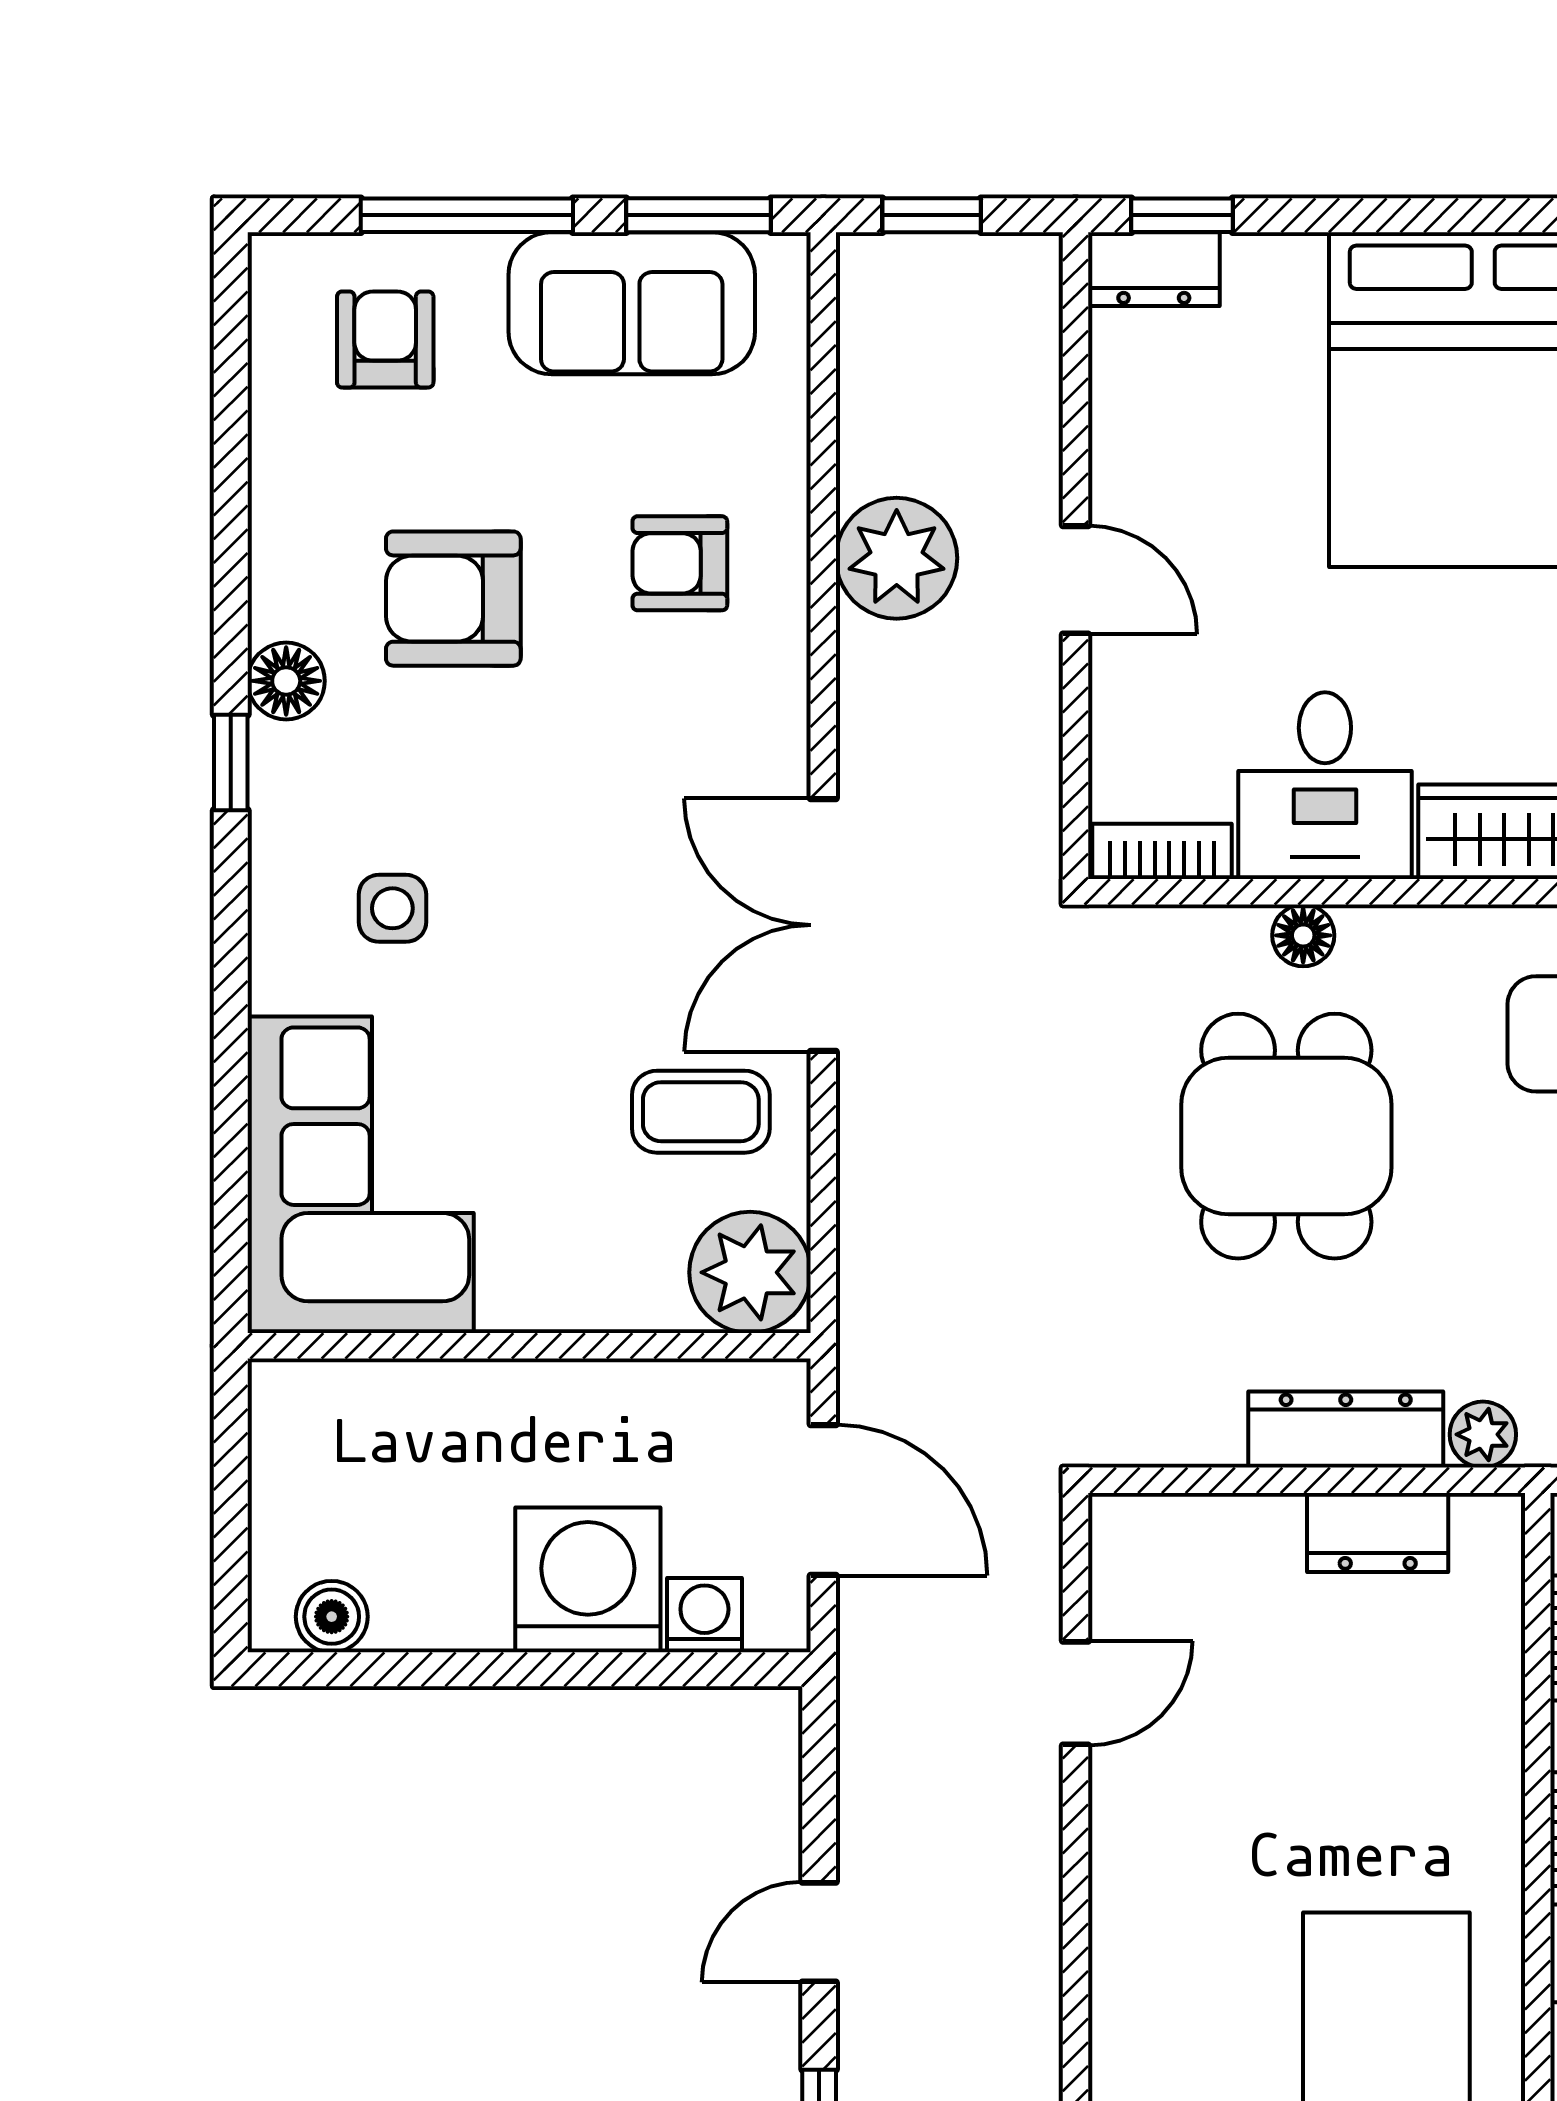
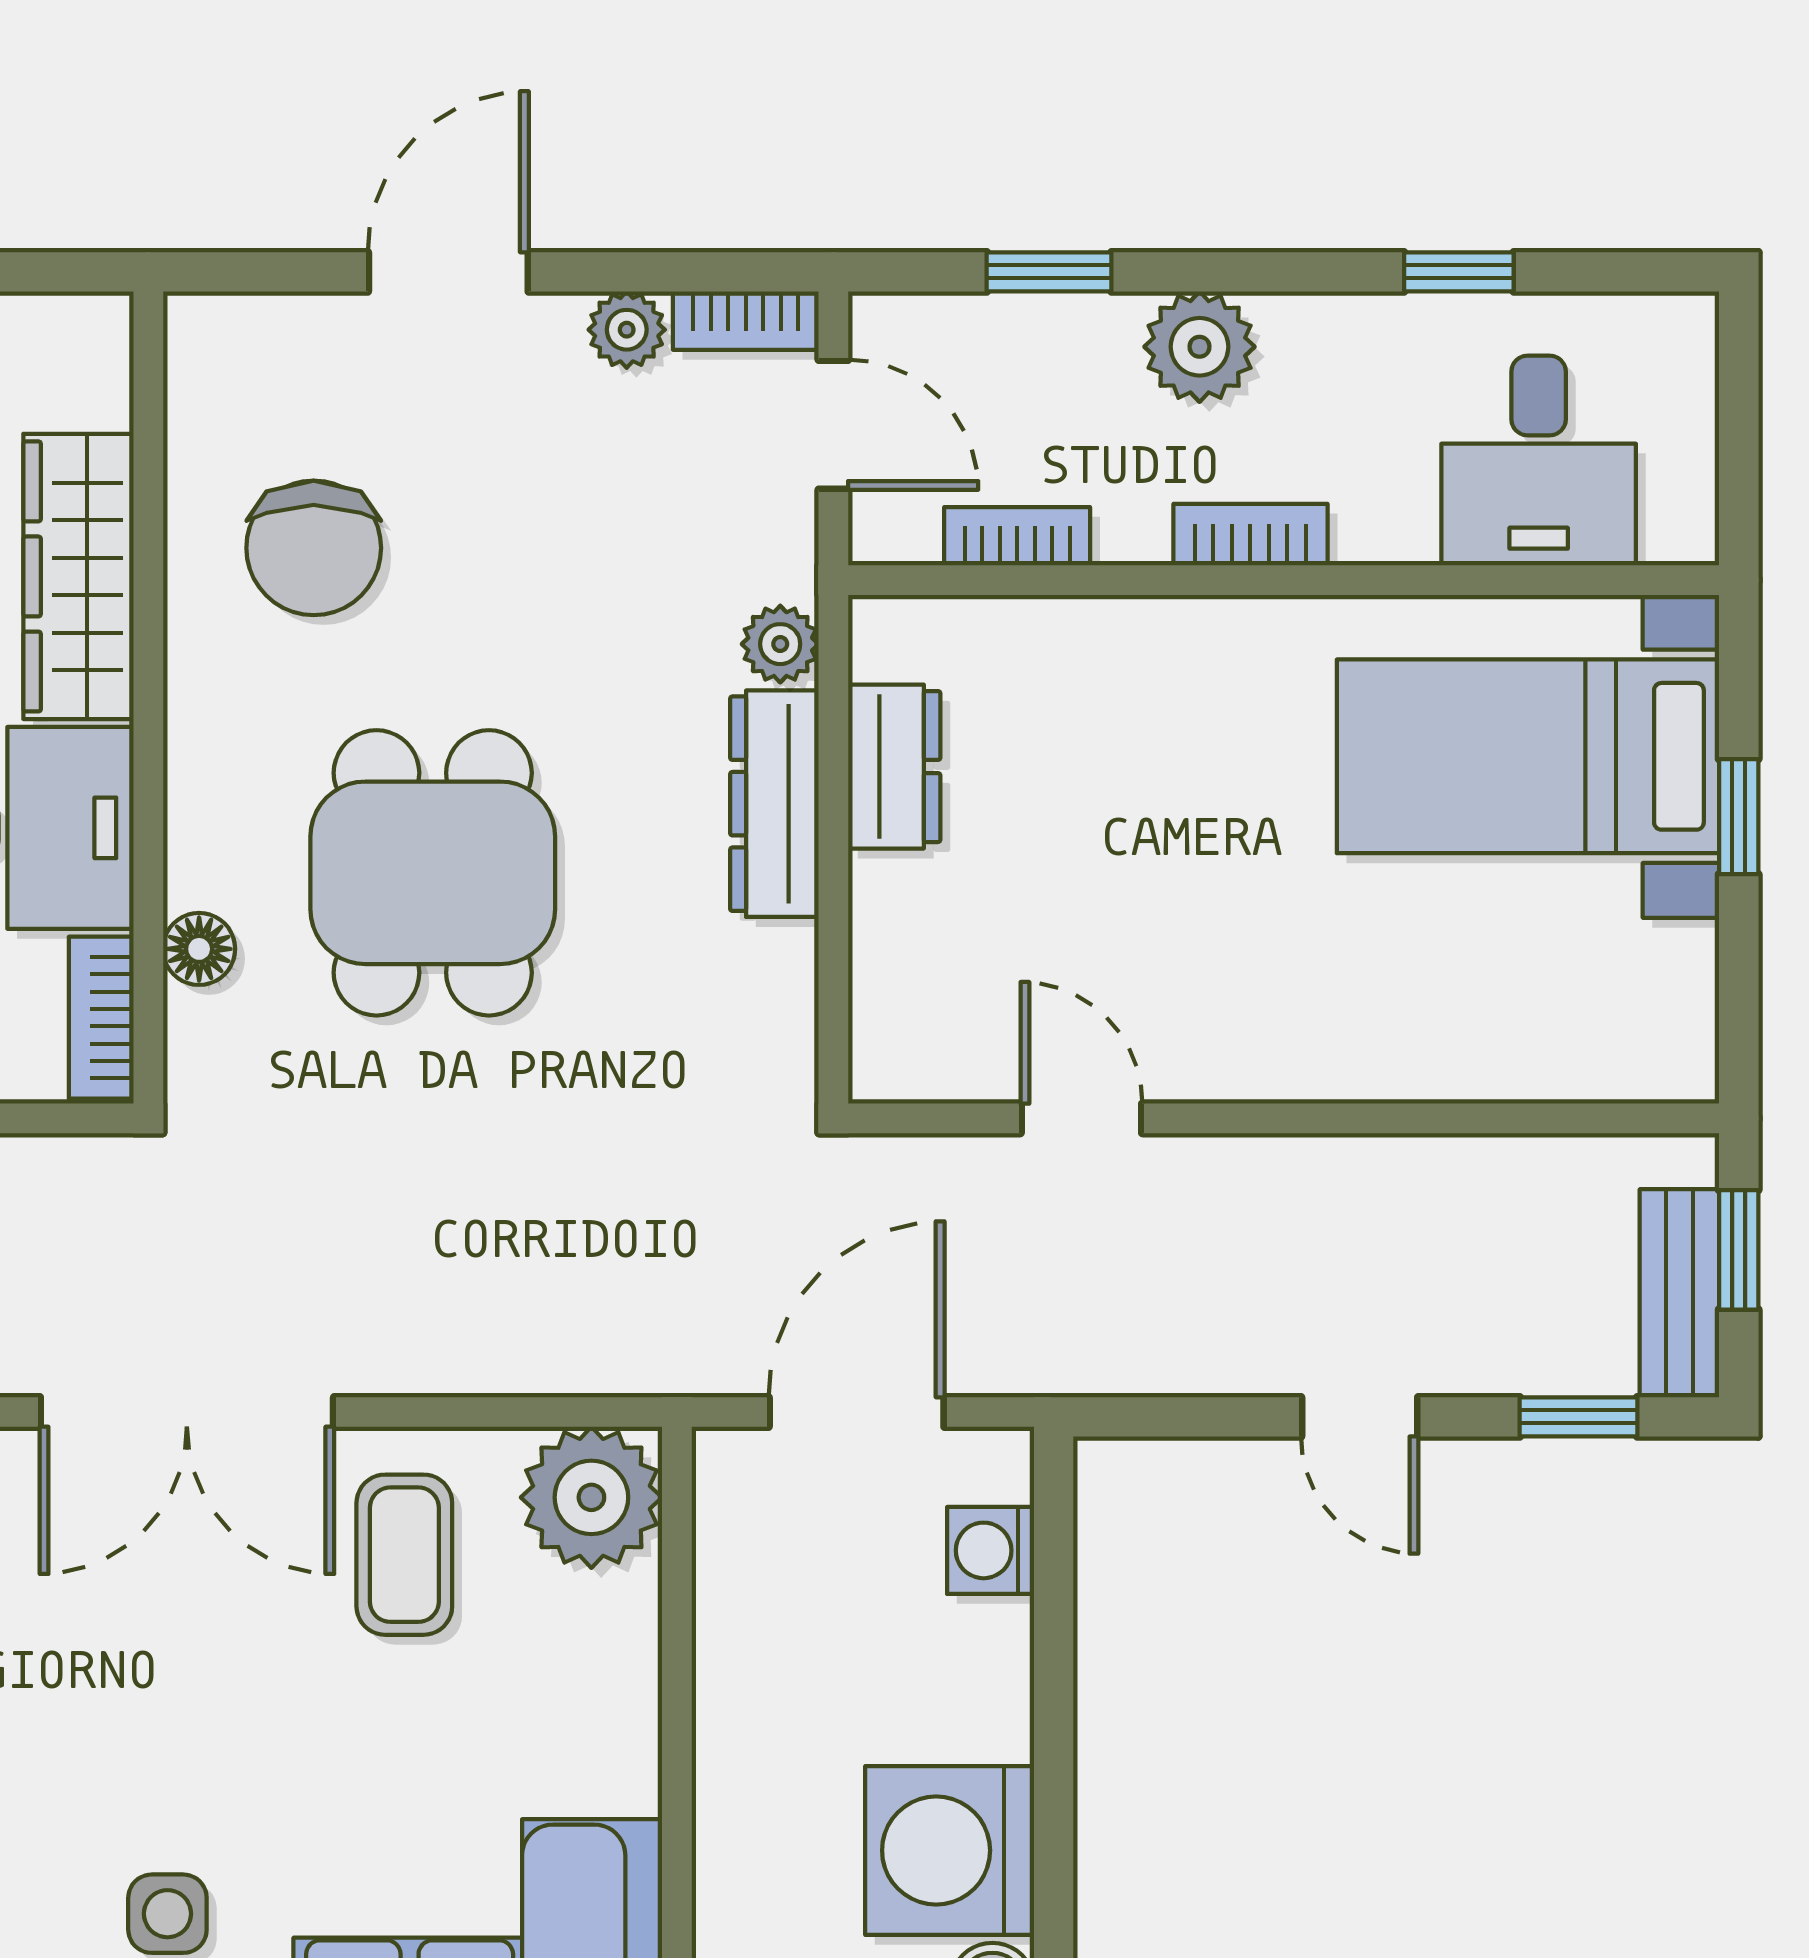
floor lamp: (1303, 935) -> (199, 949), moved
dining table: (1286, 1136) -> (433, 873), turned 90
washing machine: (588, 1580) -> (950, 1850), moved

